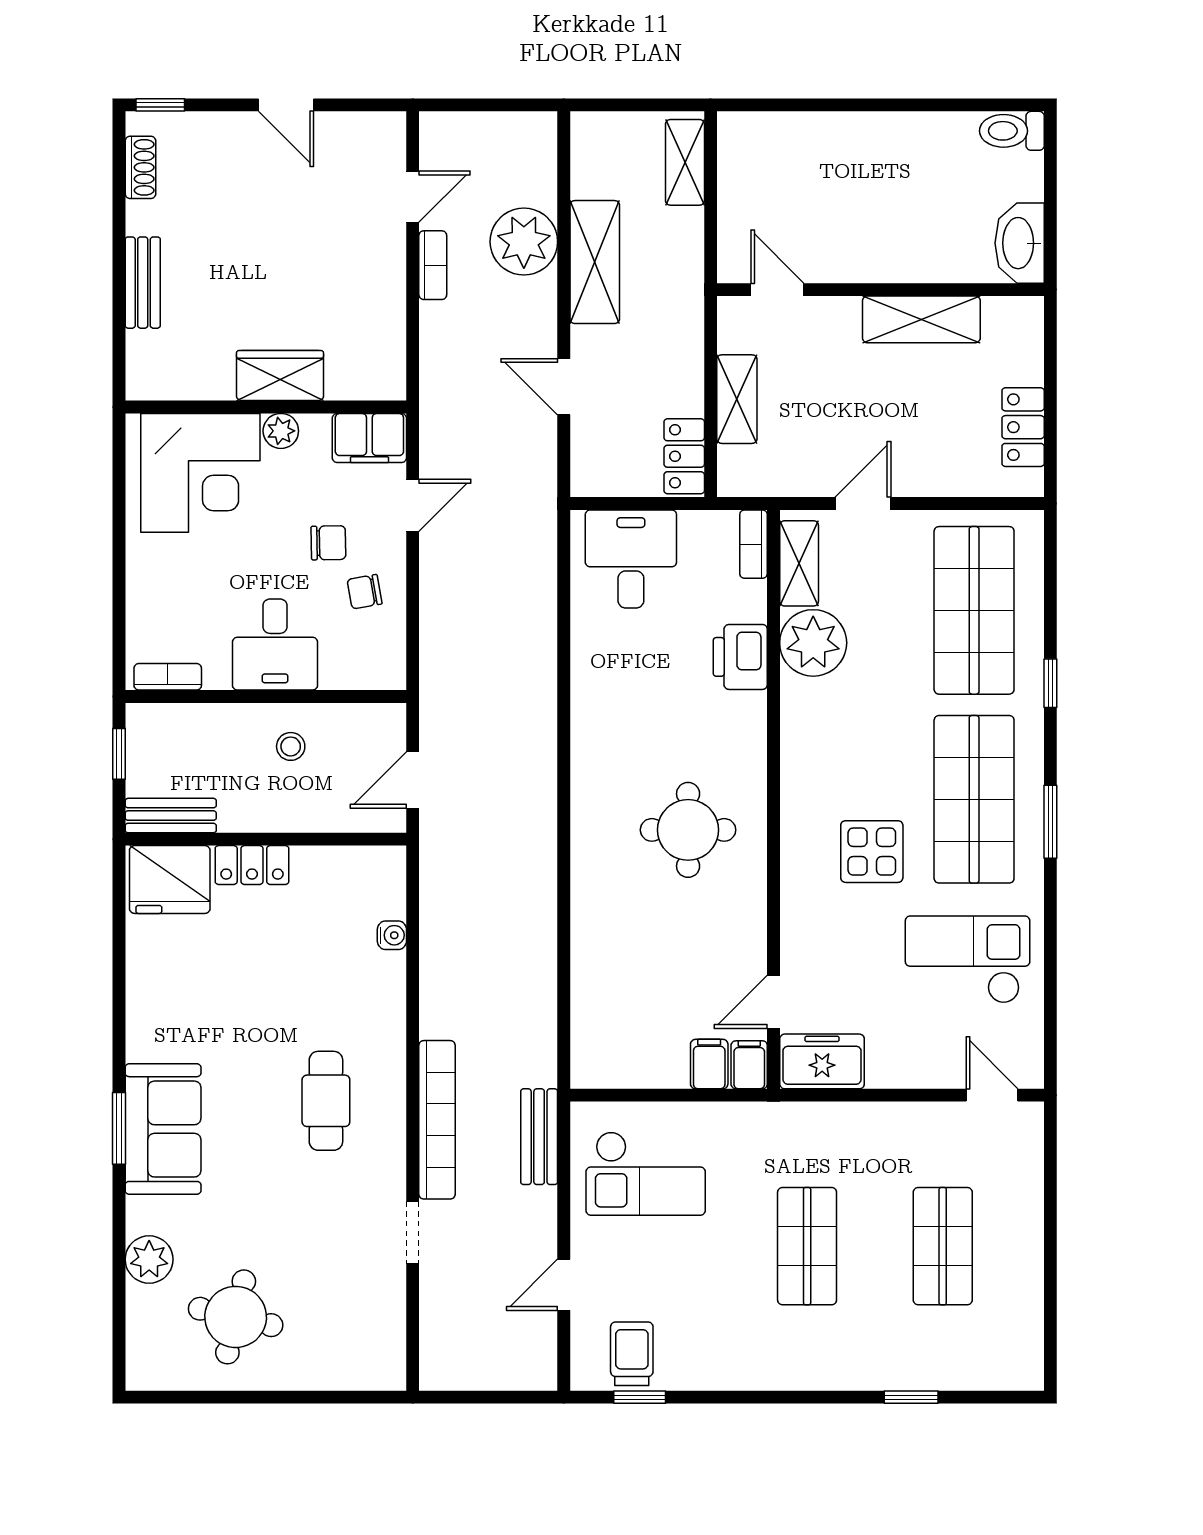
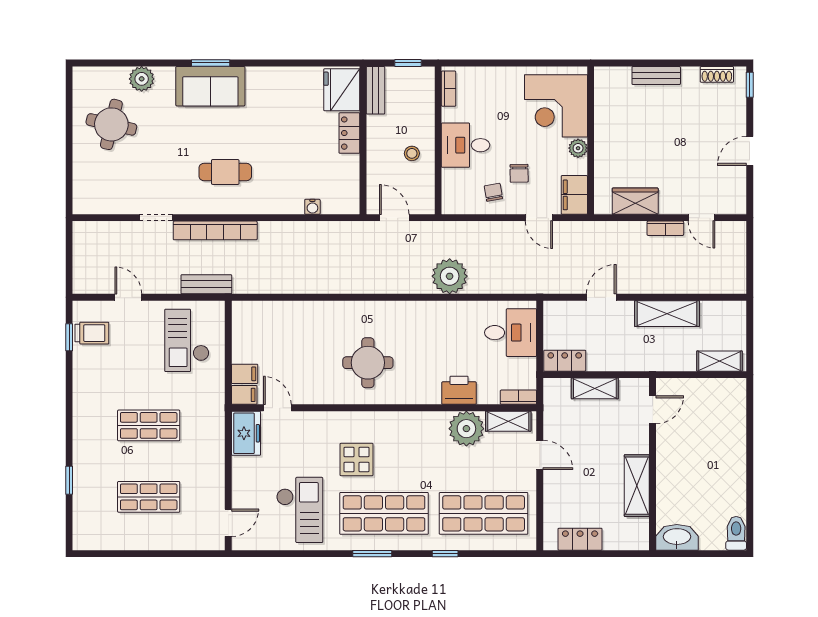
plant: (524, 242) -> (450, 276), moved
wardrobe: (280, 376) -> (635, 201), moved, turned -90

